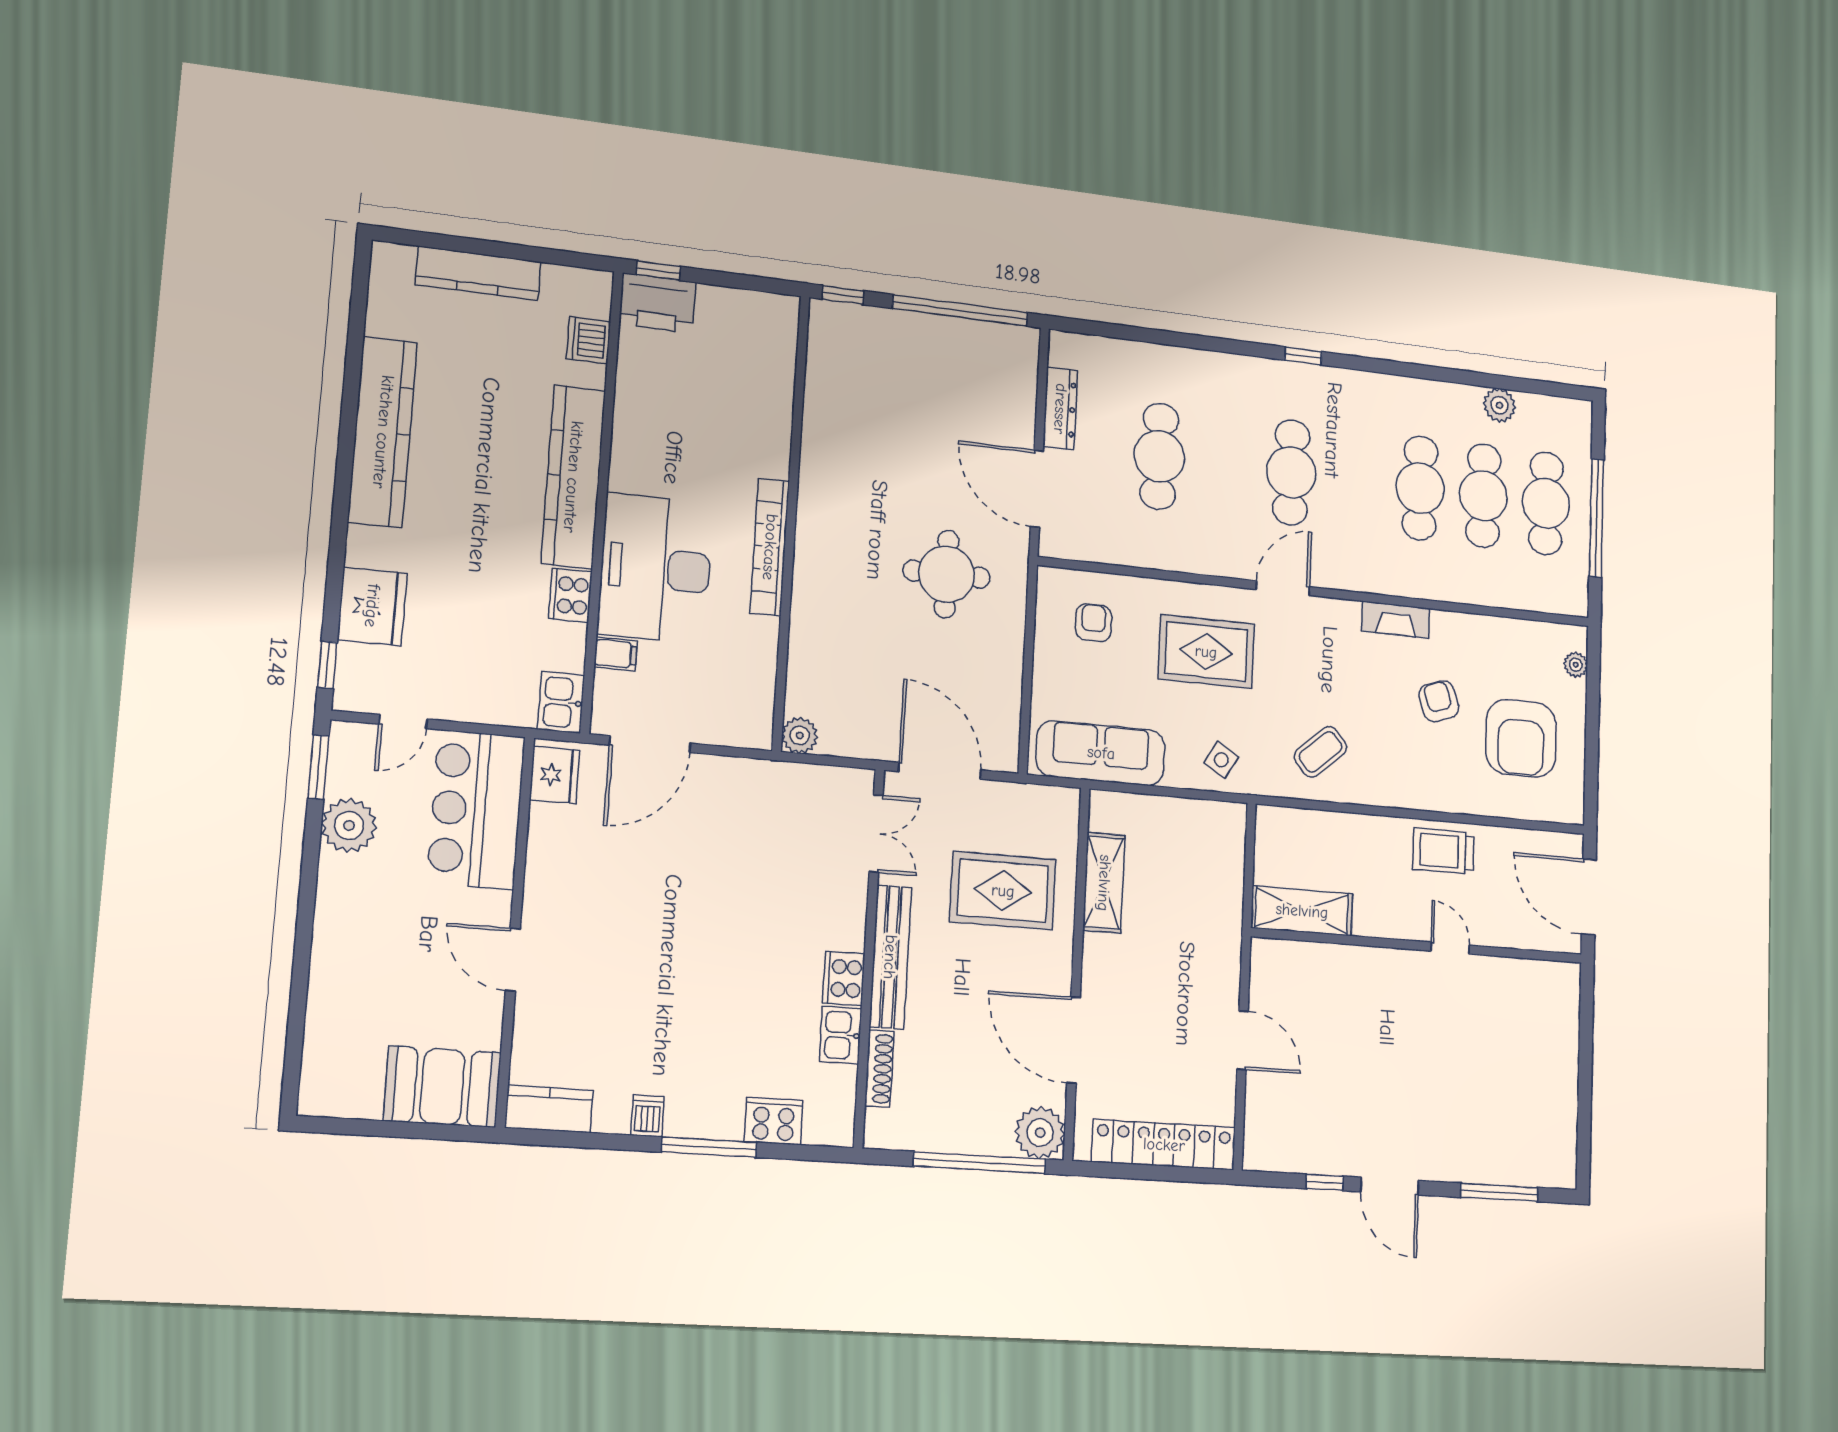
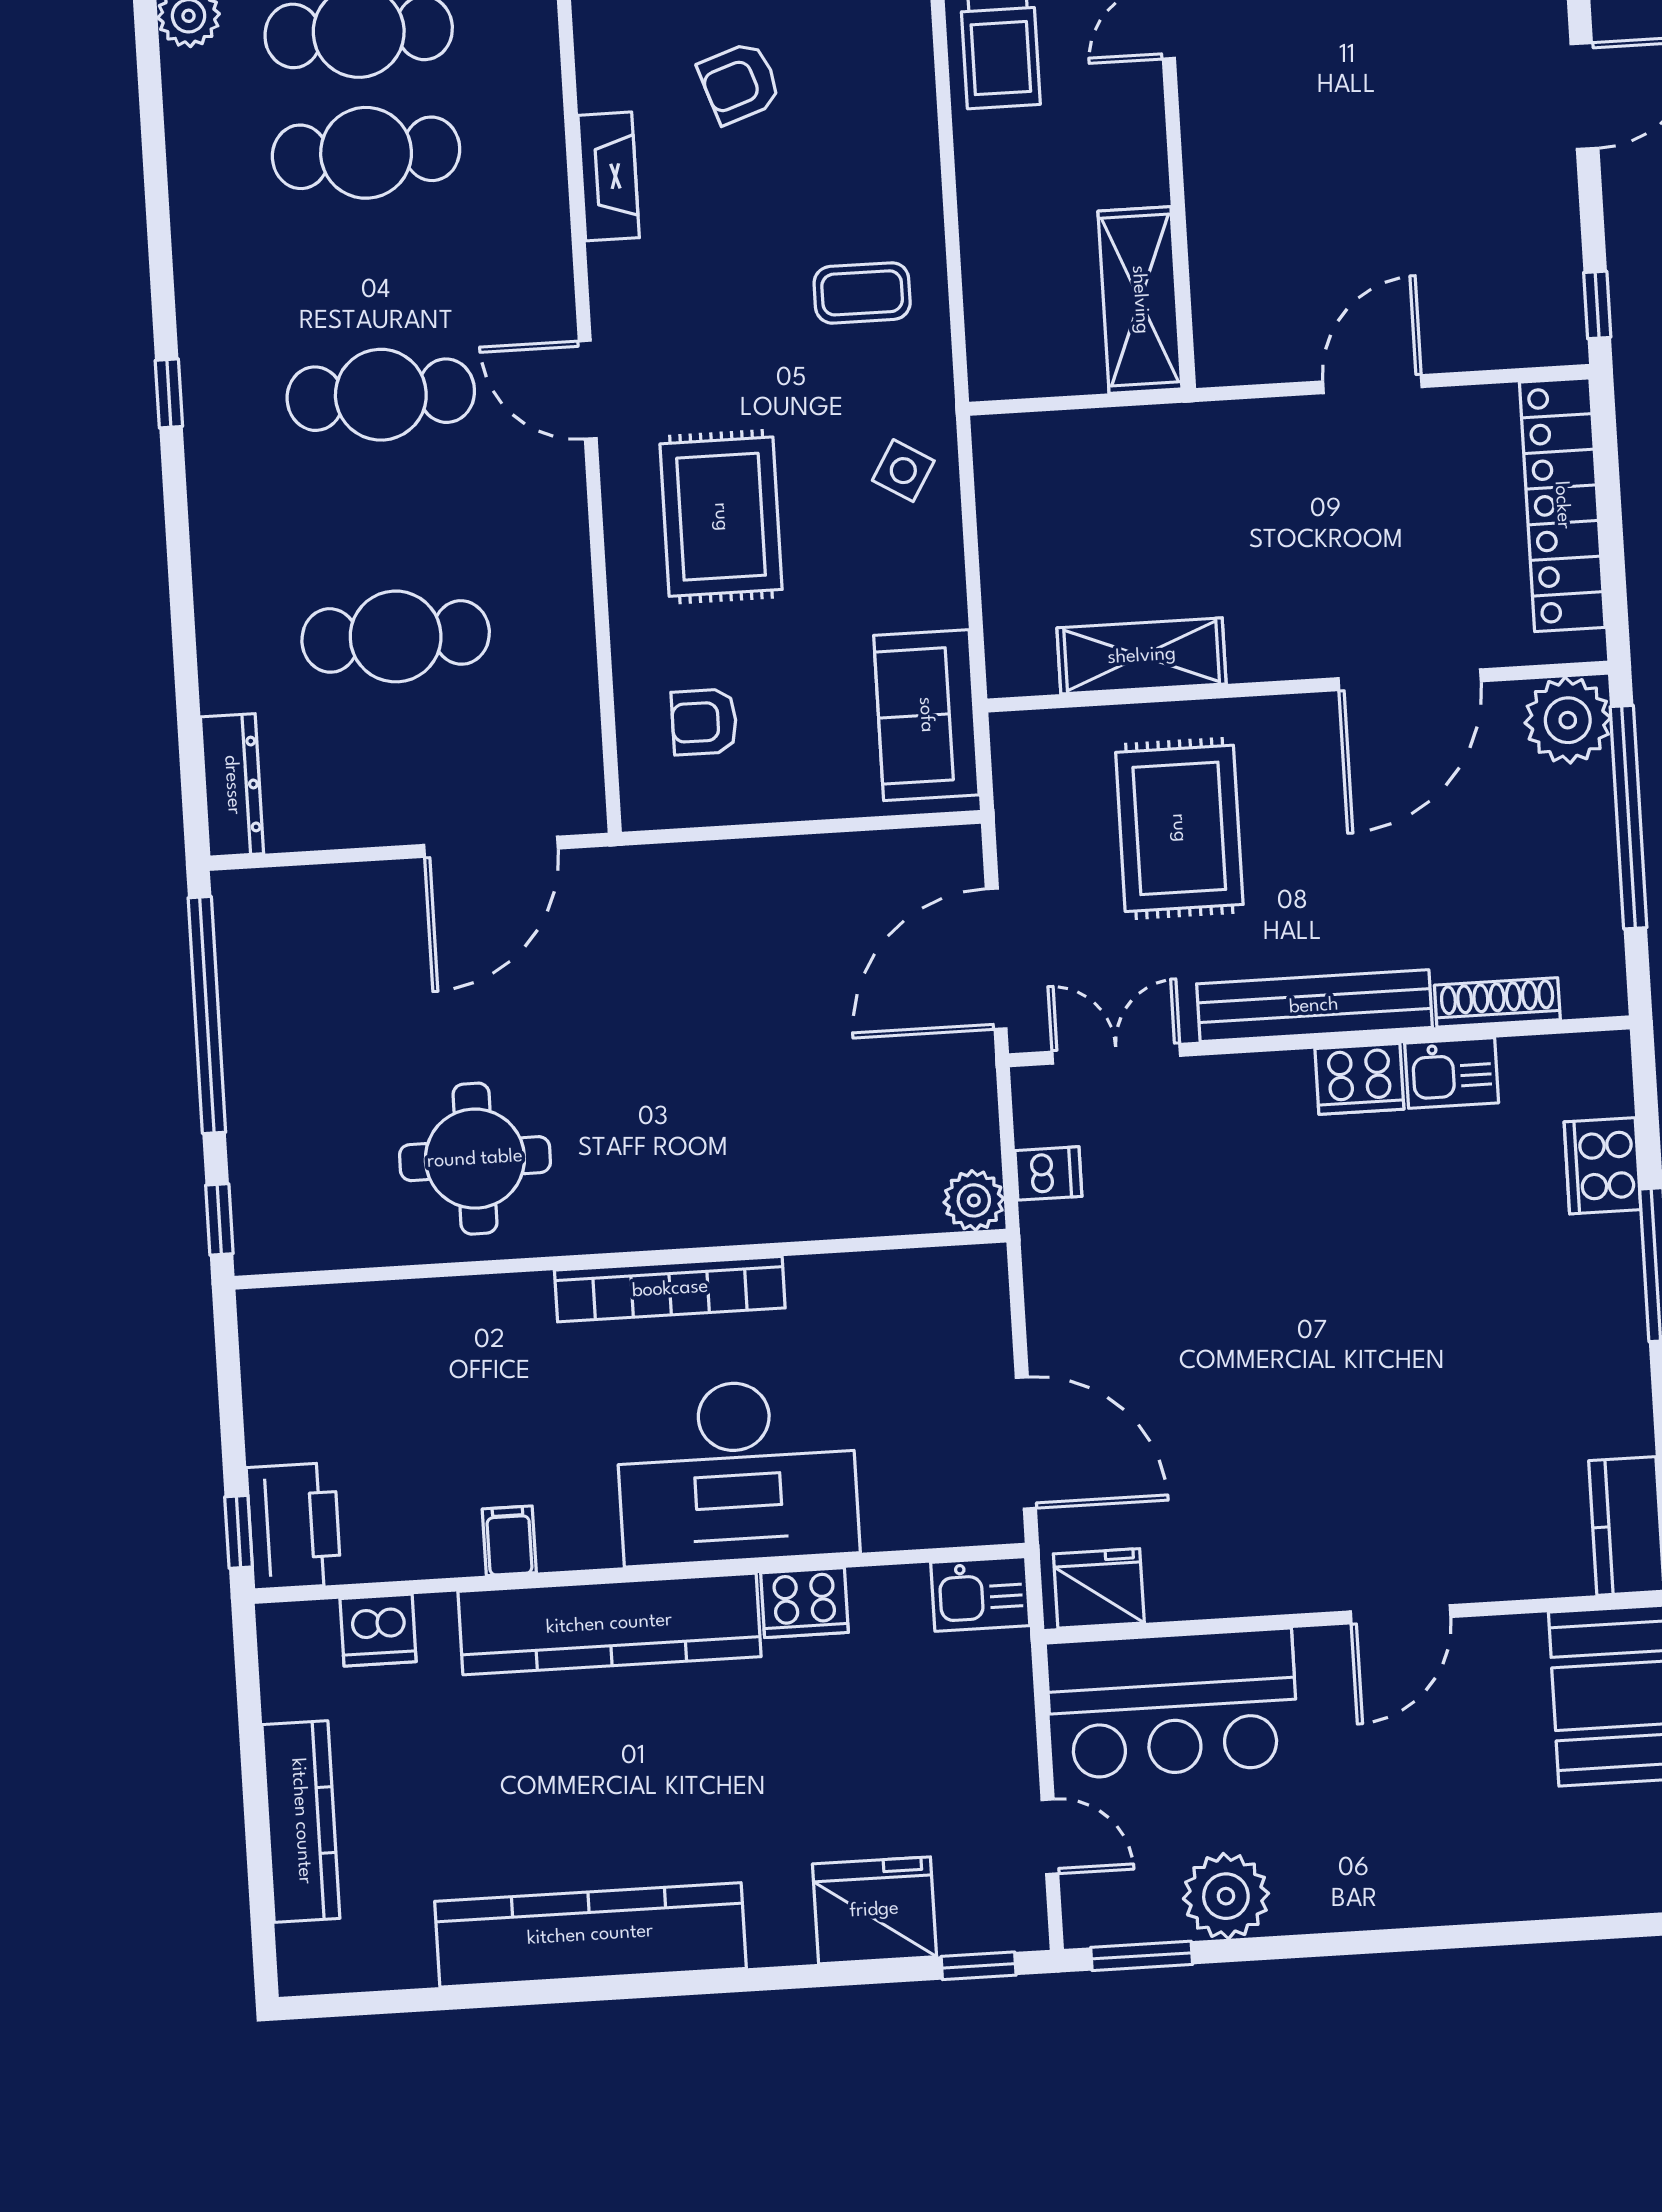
dresser: (1060, 409) -> (232, 785), moved, turned 90
round table: (946, 574) -> (475, 1159), moved
filing cabinet: (616, 654) -> (509, 1541), moved
coffee table: (1320, 752) -> (862, 293), turned -49
sofa: (1101, 753) -> (926, 715), width x0.73
dishwasher: (647, 1116) -> (1048, 1173), moved, turned 180
window: (1325, 1182) -> (1597, 305), moved

